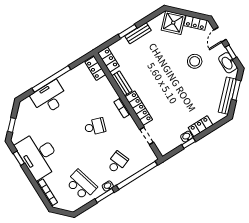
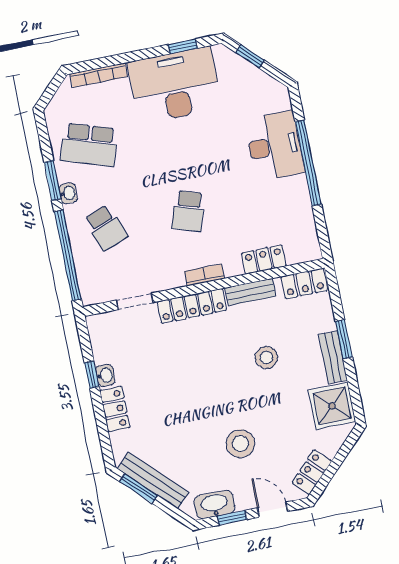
shower: (173, 23) -> (332, 406), moved, turned 45
stool: (150, 64) -> (266, 358), added
locker: (95, 68) -> (264, 259), moved
window: (236, 90) -> (139, 489), moved
school desk: (81, 185) -> (89, 145), turned 33

